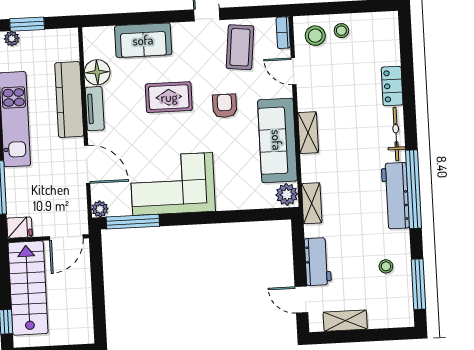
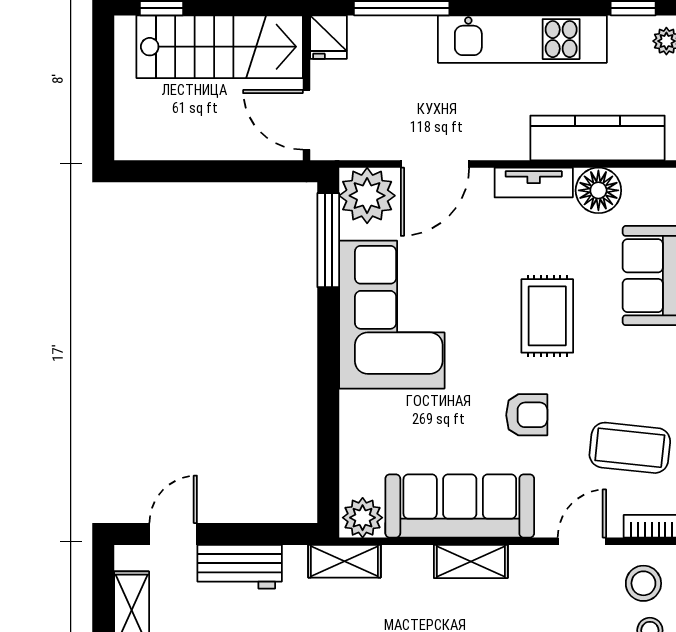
kitchen counter: (69, 99) -> (597, 138), moved
plant: (100, 209) -> (367, 196), width x1.88, depth x1.88

